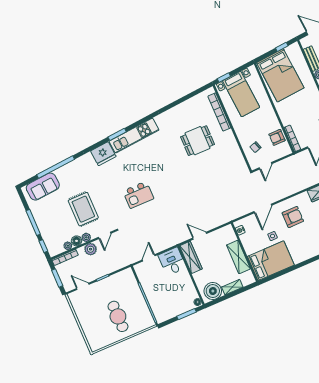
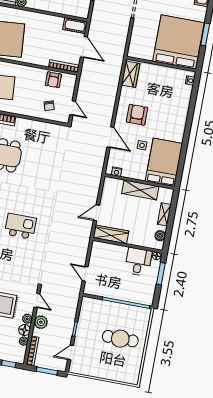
kitchen island: (138, 195) -> (20, 226), moved, turned -90
desk: (172, 261) -> (138, 262), moved, turned 90
boiler: (213, 291) -> (160, 236), width x0.54, depth x0.54

